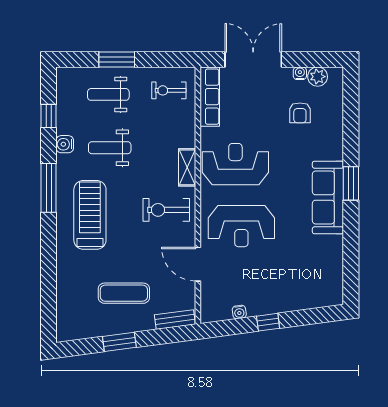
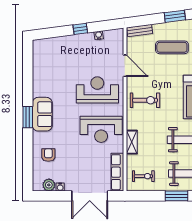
armchair: (300, 113) -> (48, 155), moved
shelving: (187, 167) -> (132, 142), moved
sofa: (328, 197) -> (42, 114), width x0.73

